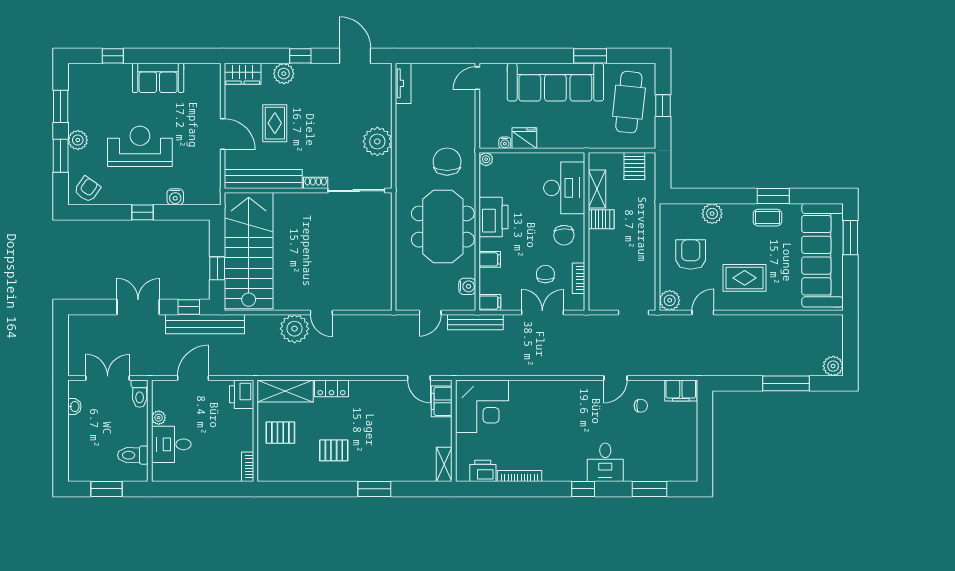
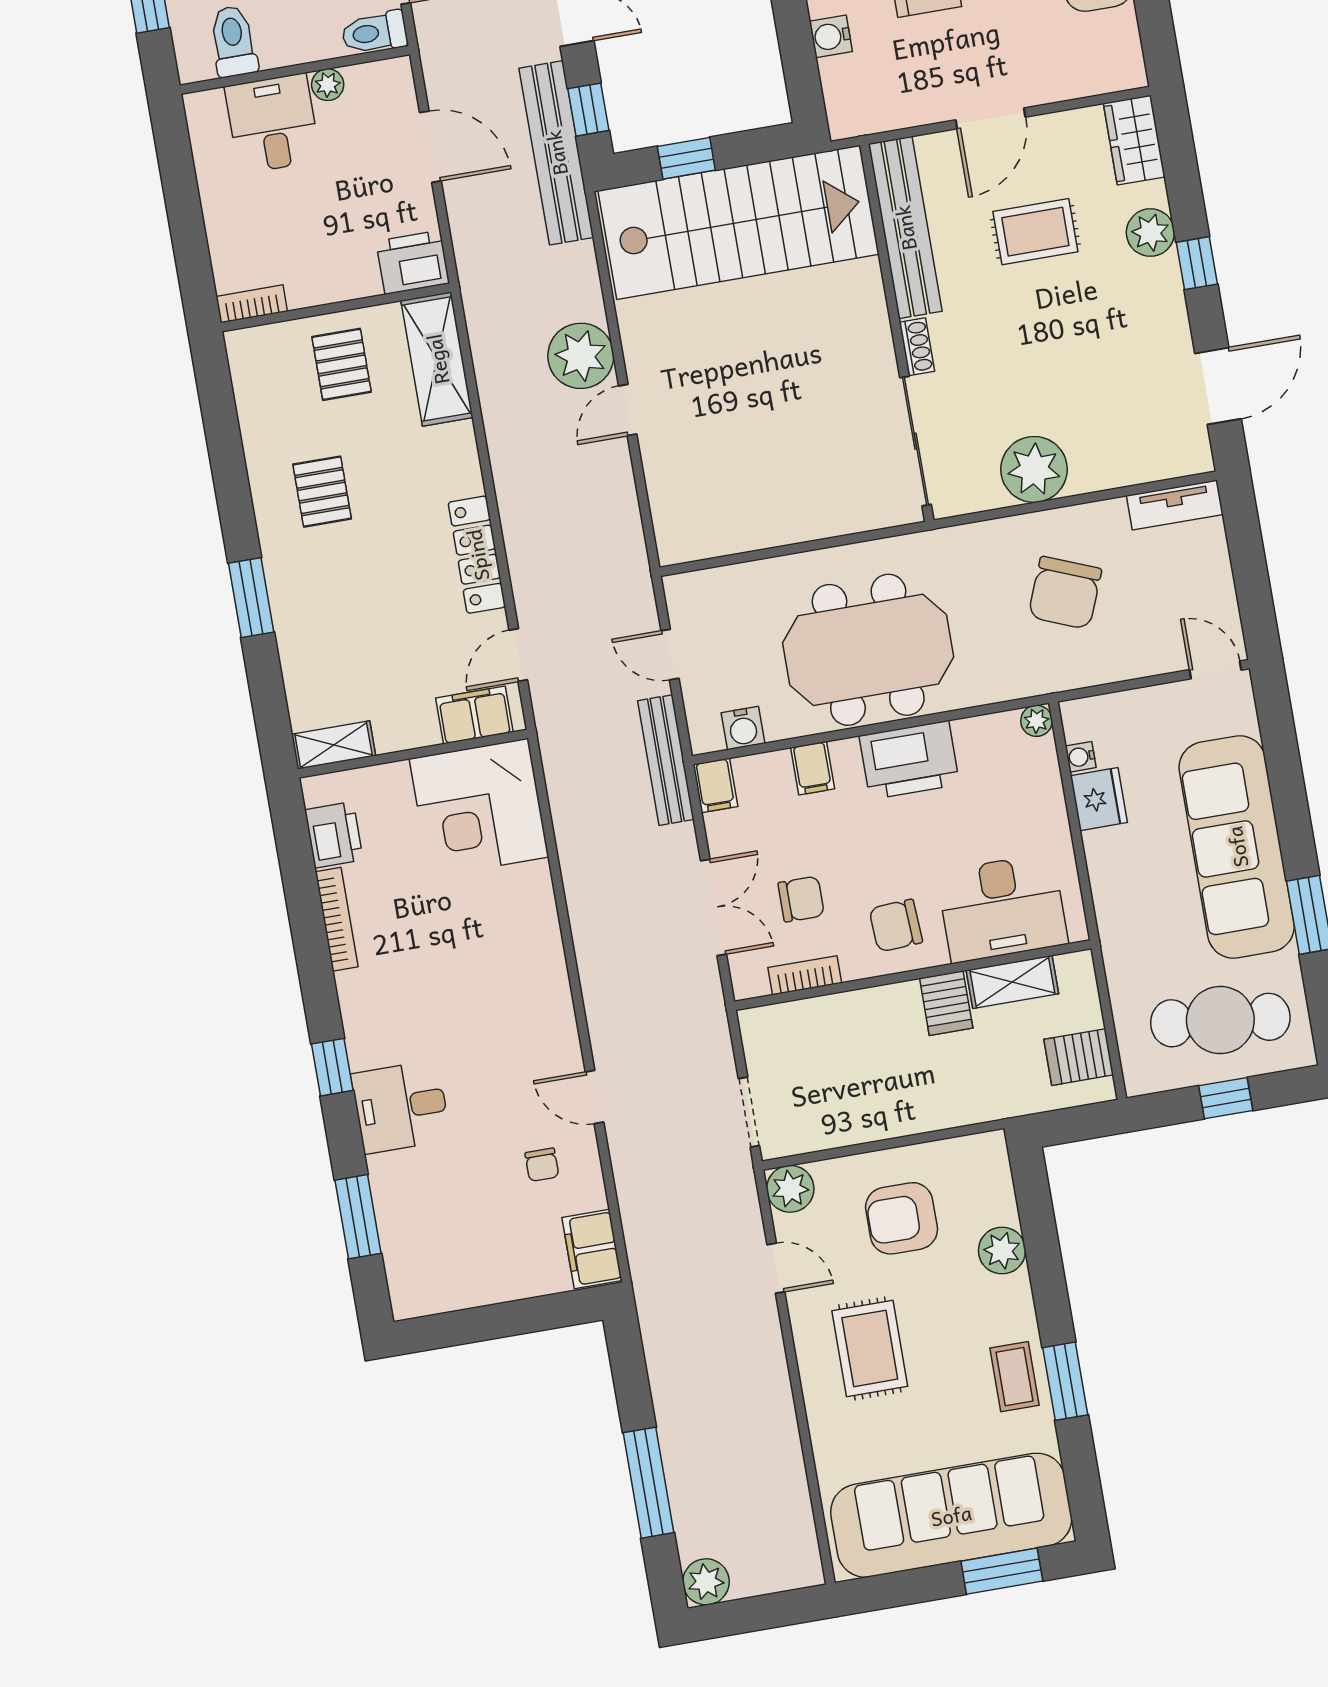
chair: (447, 162) -> (1065, 593), moved, turned 112
armchair: (691, 254) -> (902, 1218), turned 180
locker: (332, 388) -> (477, 555), moved, width x1.53

